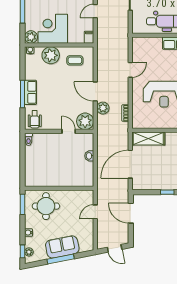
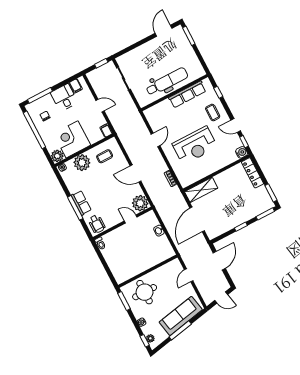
door: (95, 11) -> (100, 106), swing flipped
plant: (103, 108) -> (149, 184), removed
door: (131, 213) -> (219, 261), swing flipped
sofa: (62, 247) -> (181, 316), width x1.36

